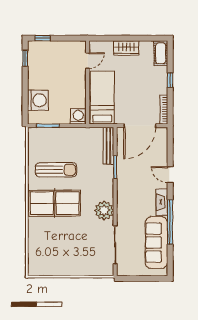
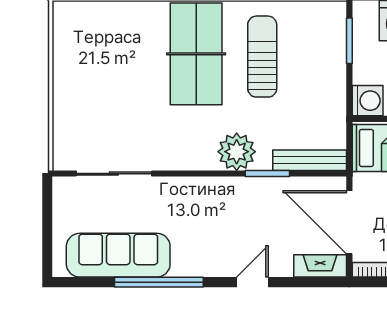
sun lounger: (56, 170) -> (262, 57), turned 180
fireplace: (162, 202) -> (320, 266), moved
plant: (104, 210) -> (237, 152), moved

